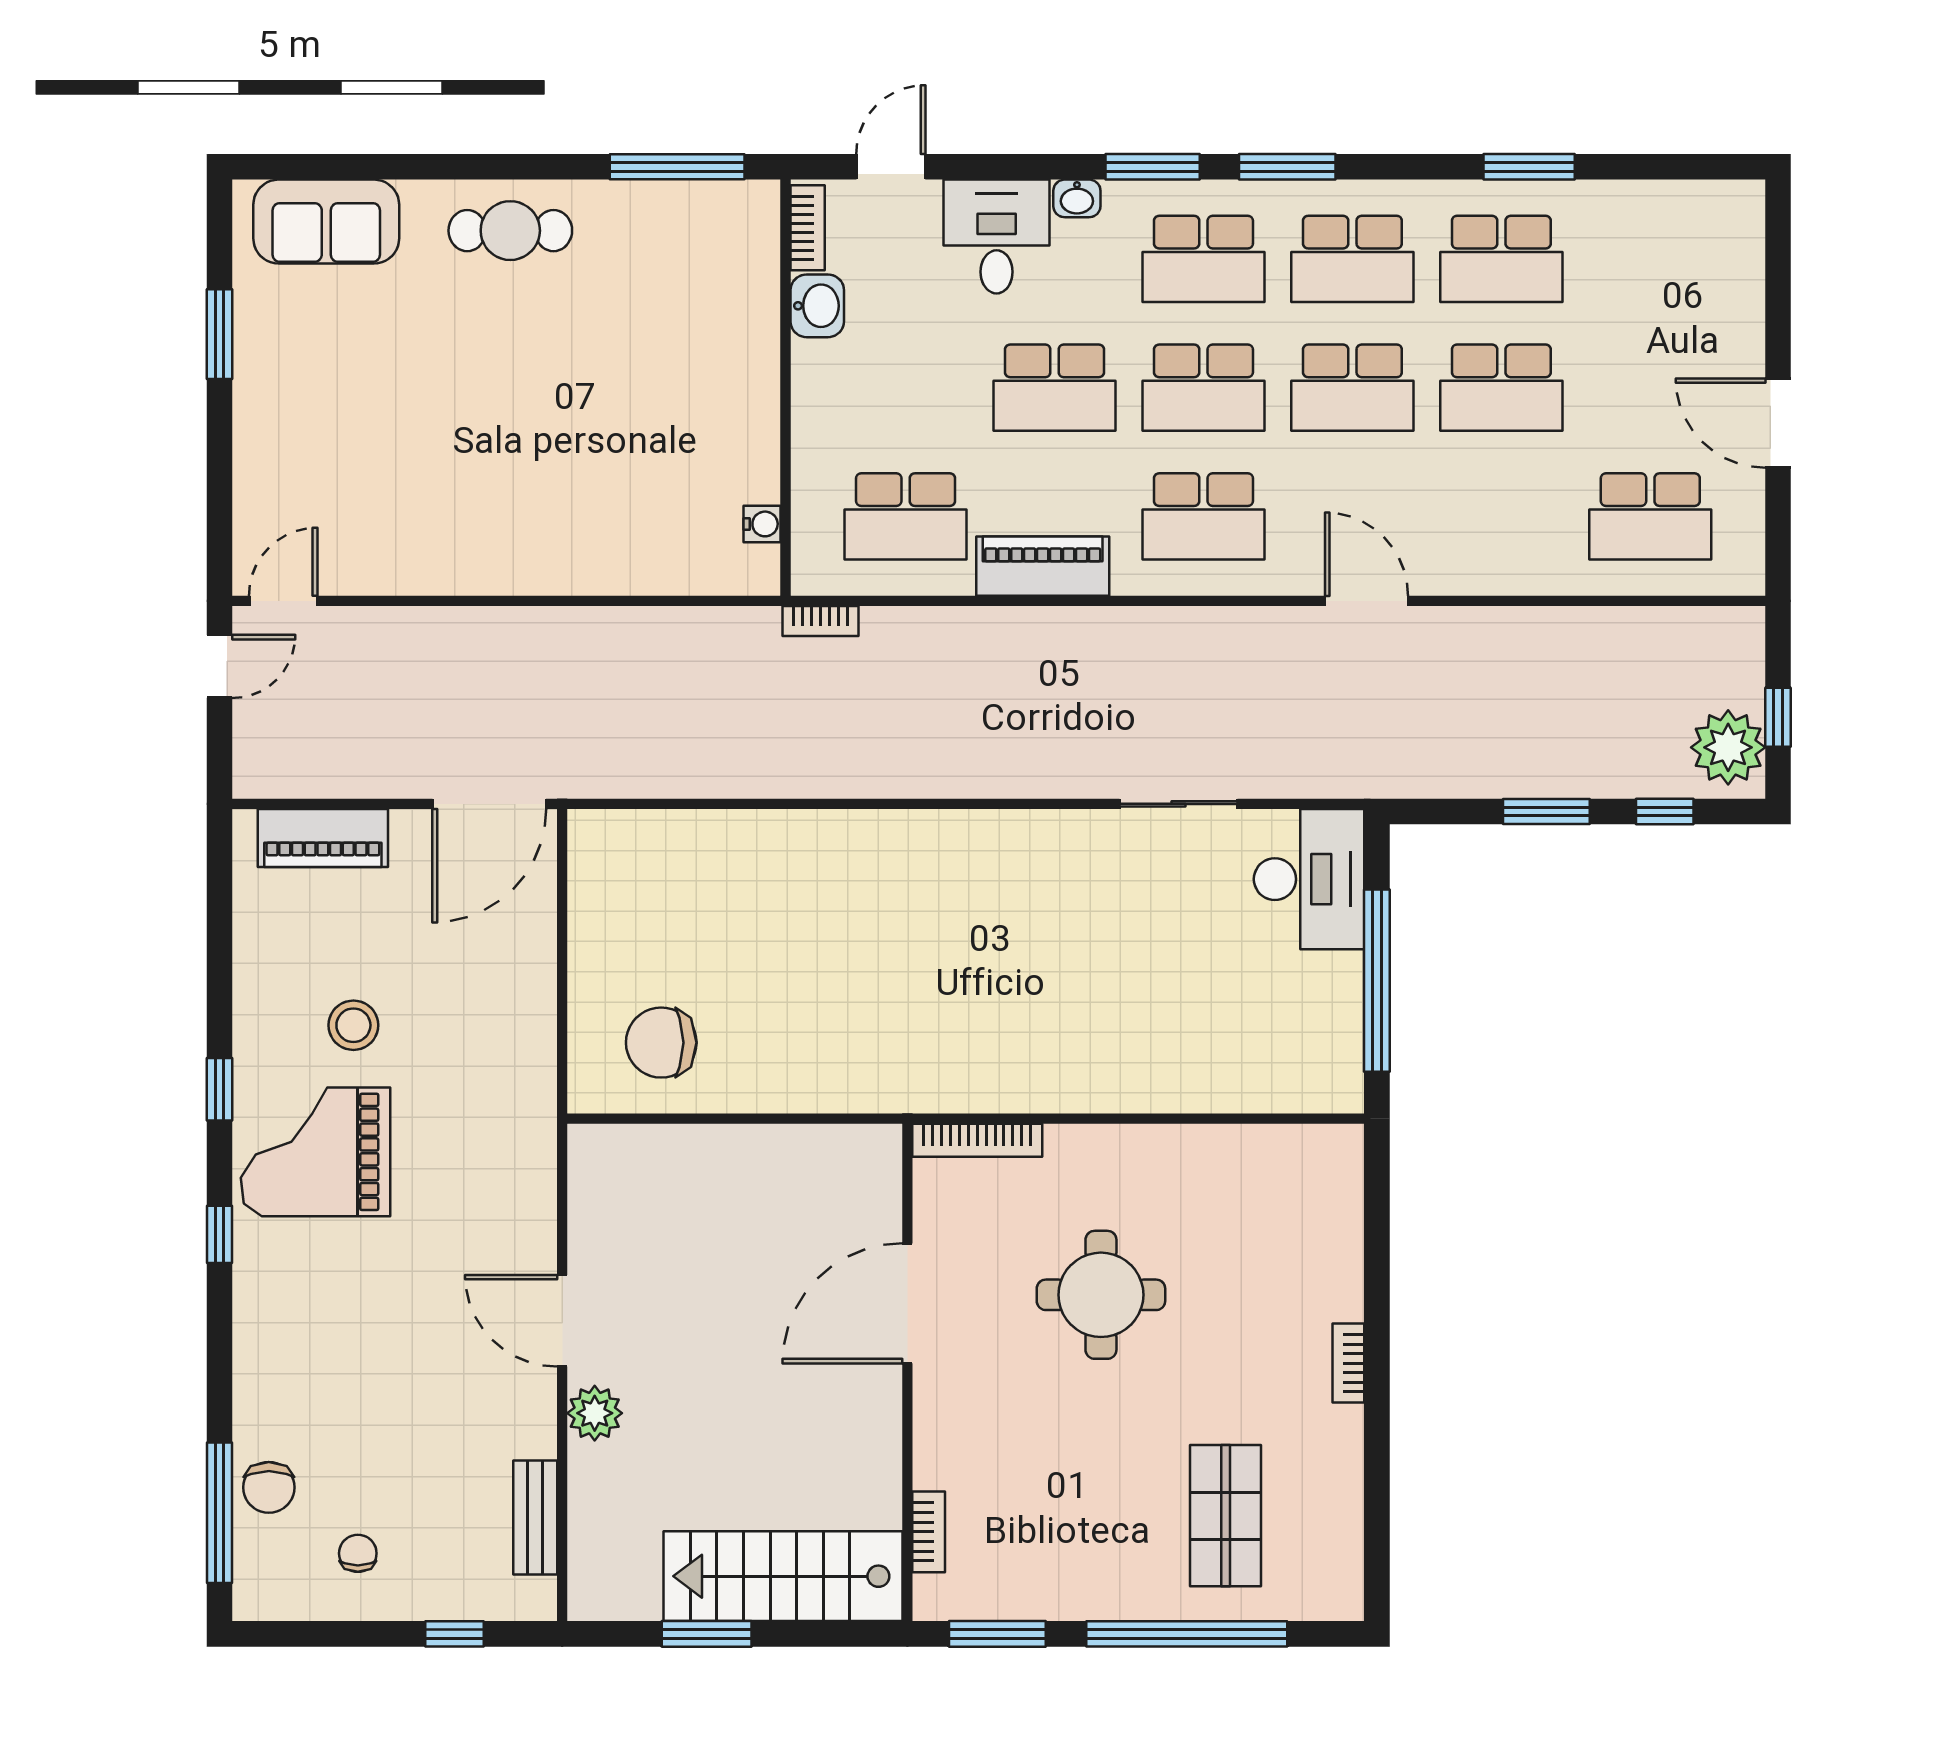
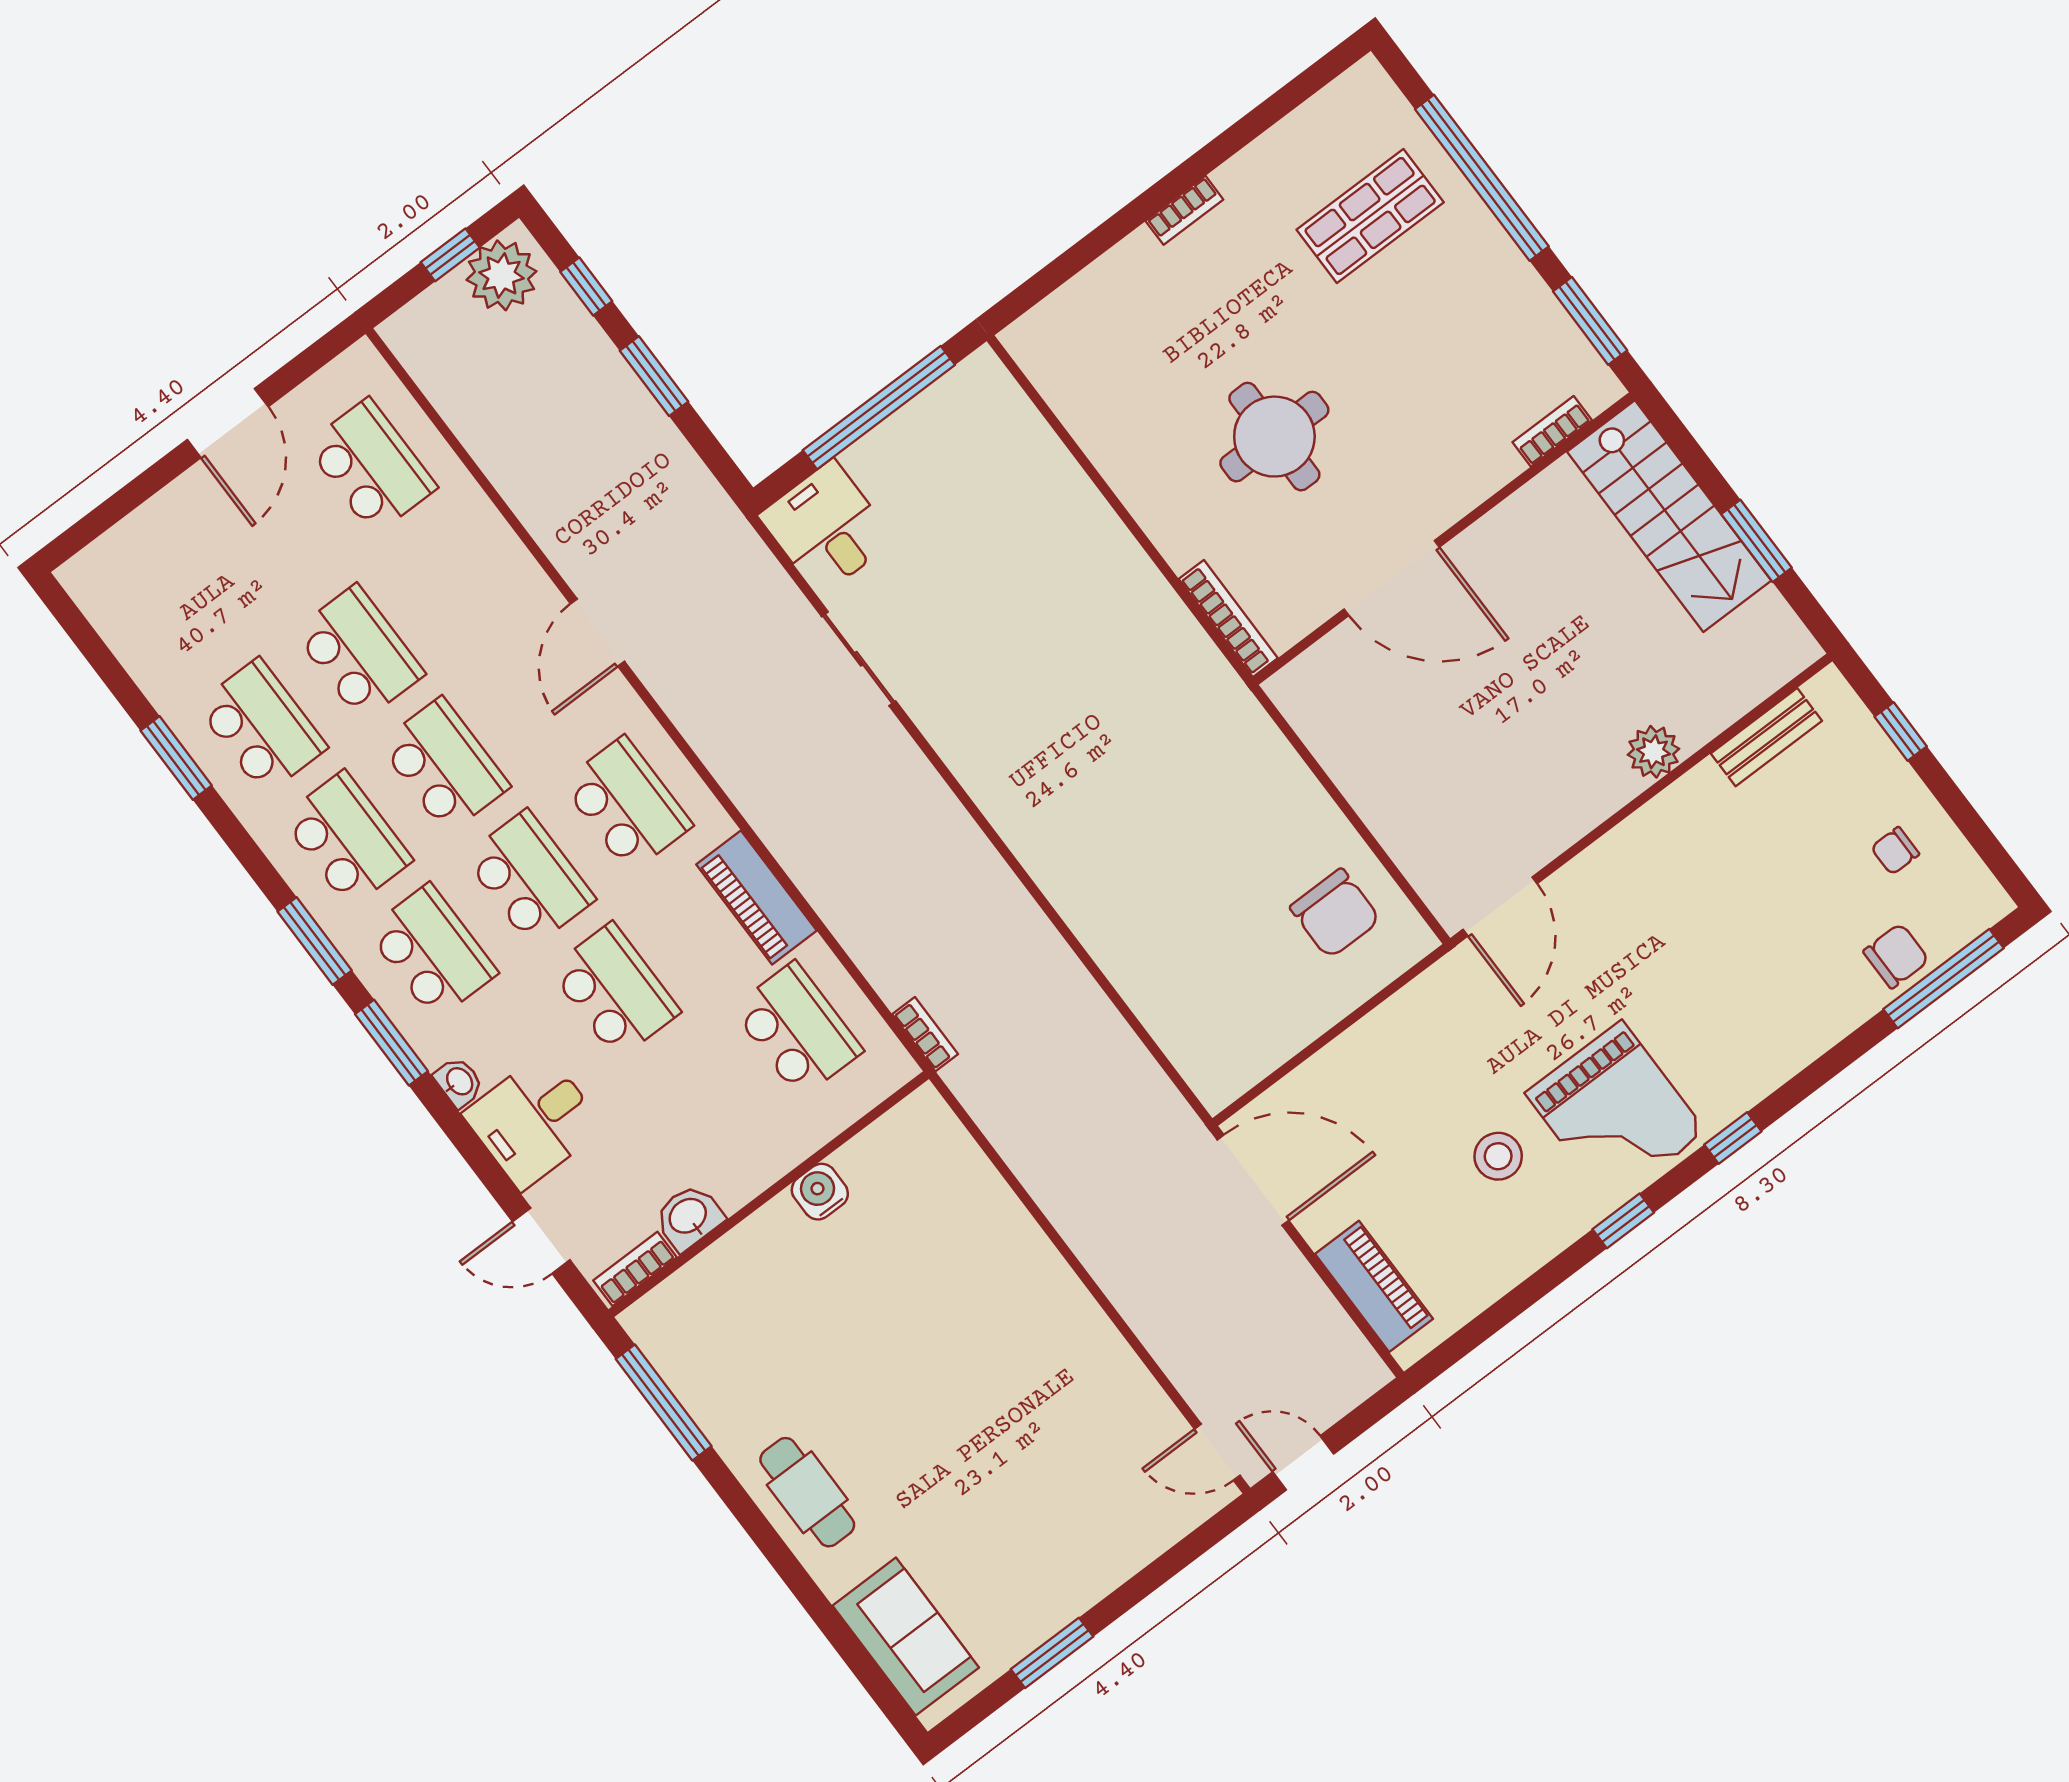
water cooler: (762, 524) -> (820, 1192), moved, width x1.38, depth x1.38
desk: (1309, 879) -> (826, 528), width x0.73
door: (562, 1321) -> (1500, 907), moved

